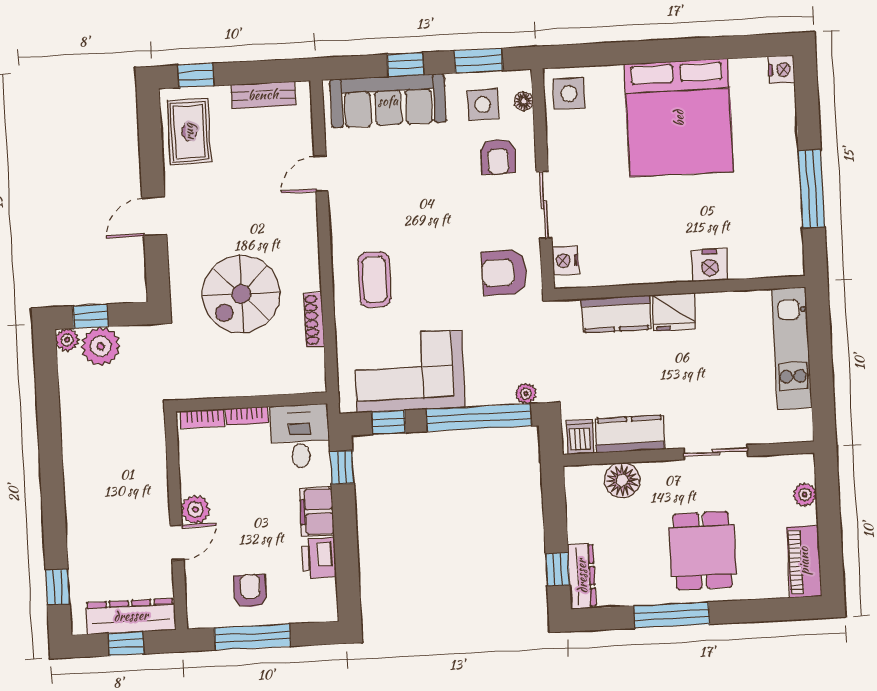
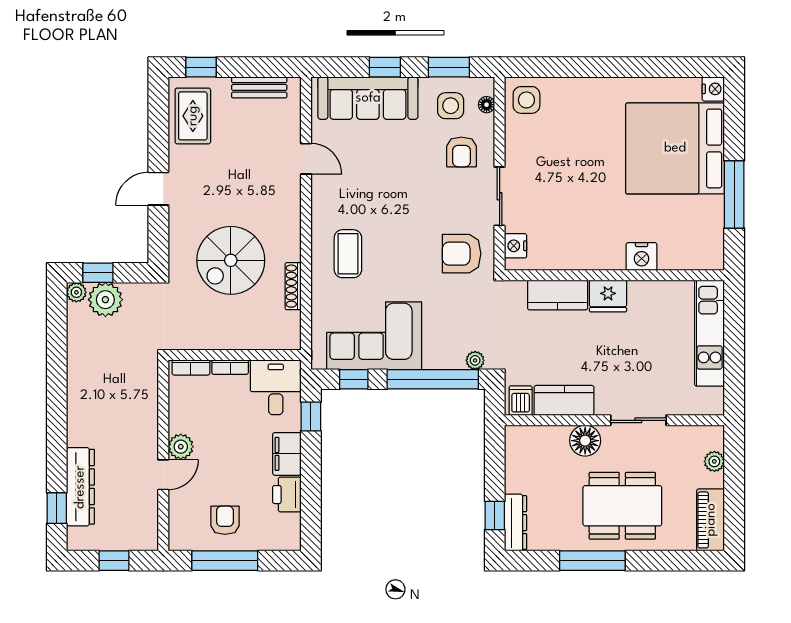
bed: (679, 118) -> (675, 148), moved, turned 90
door: (321, 174) -> (306, 159), swing flipped
floor lamp: (622, 480) -> (585, 441), moved
dining table: (703, 551) -> (622, 506), width x1.37
dresser: (131, 616) -> (80, 487), moved, turned 90

